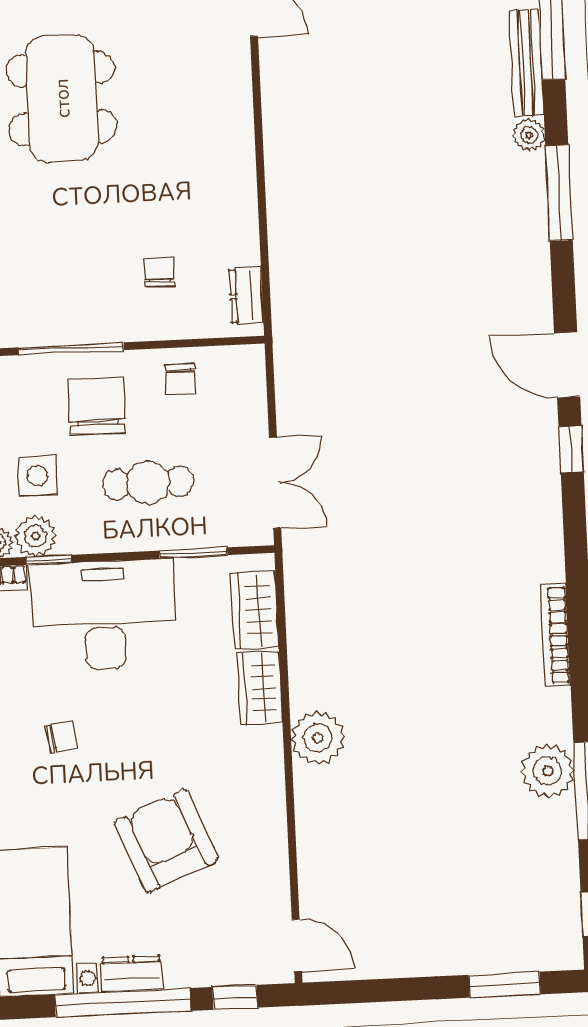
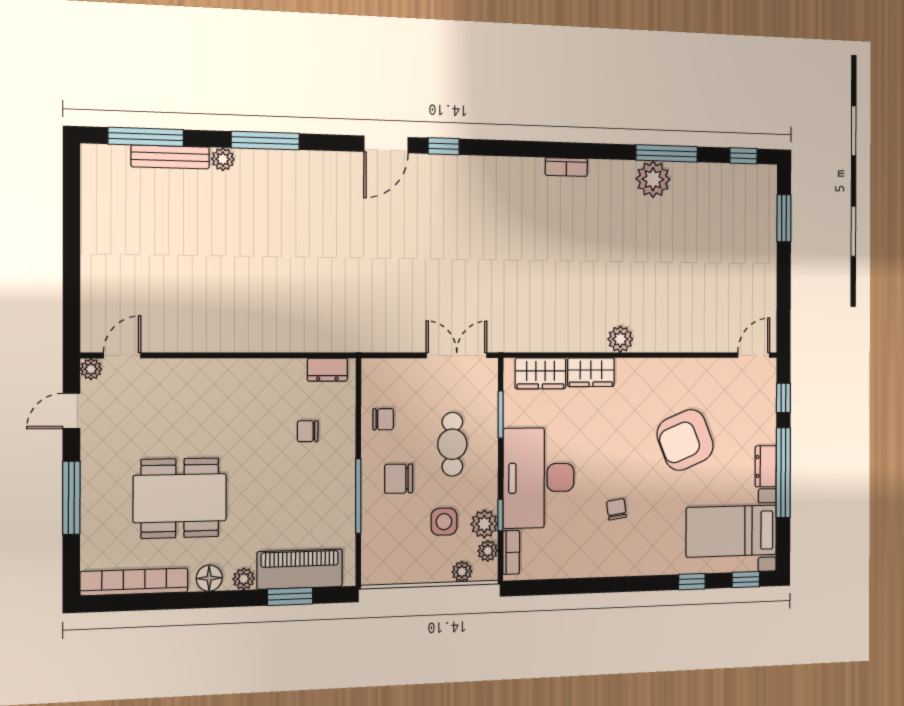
chair: (97, 406) -> (399, 479), width x0.73, depth x0.73
bookcase: (556, 635) -> (566, 167), width x0.64
plant: (318, 738) -> (620, 339), width x0.73, depth x0.73

